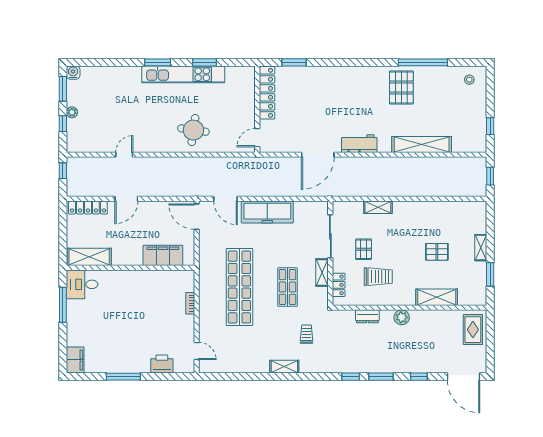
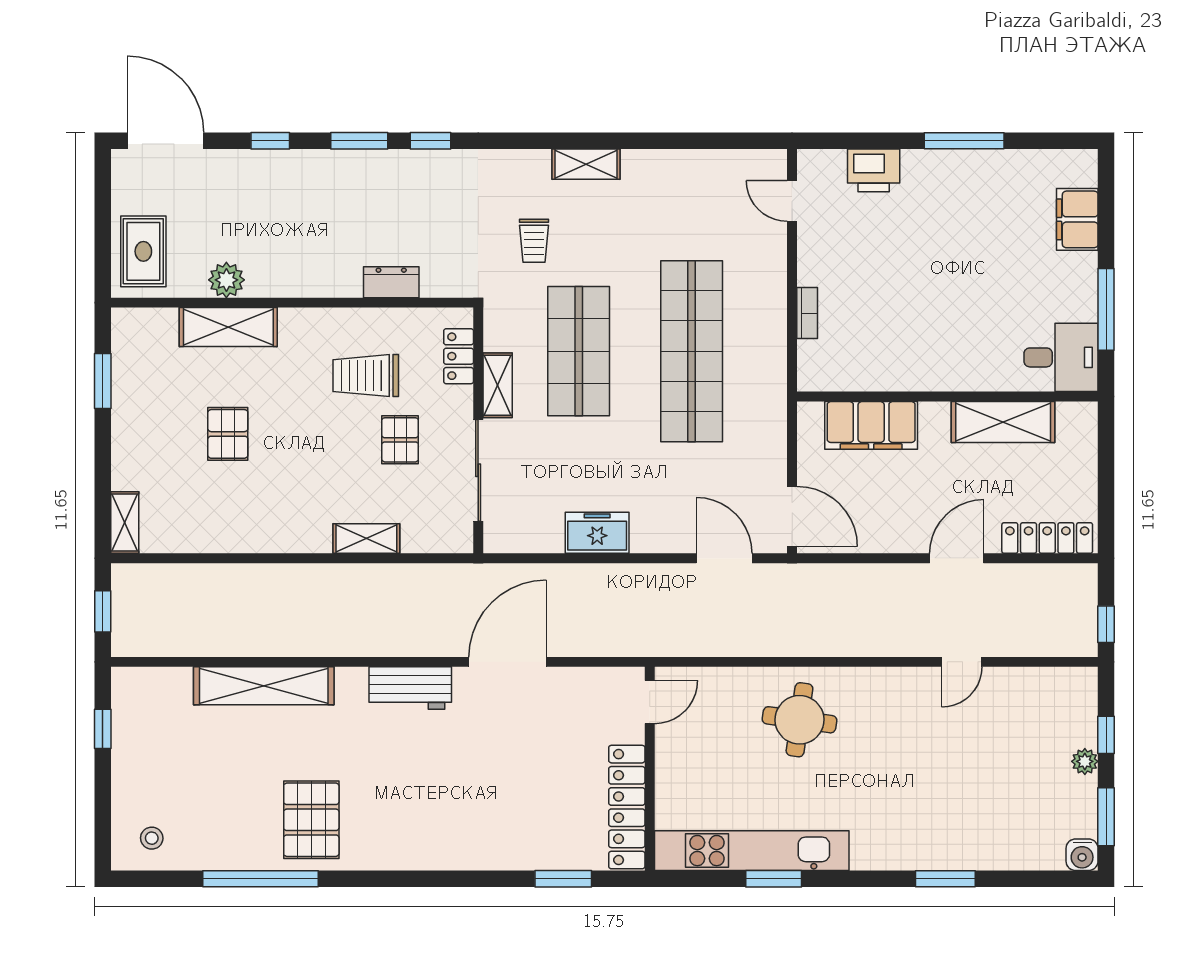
window: (158, 62) -> (945, 879), moved
kitchen unit: (183, 74) -> (752, 851), moved
freezer: (267, 212) -> (597, 533), width x0.52, depth x0.79
shelving: (481, 248) -> (125, 522), moved
pallet: (437, 252) -> (228, 434), turned 90
shelving: (89, 257) -> (1003, 422), moved
shop shelf: (287, 287) -> (579, 351), width x1.43, depth x1.36
plant: (402, 317) -> (226, 280), moved
filing cabinet: (75, 360) -> (1077, 219), moved

